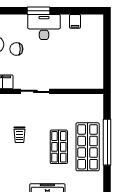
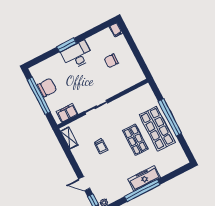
filing cabinet: (75, 21) -> (116, 30), moved
chair: (16, 49) -> (111, 61), moved

